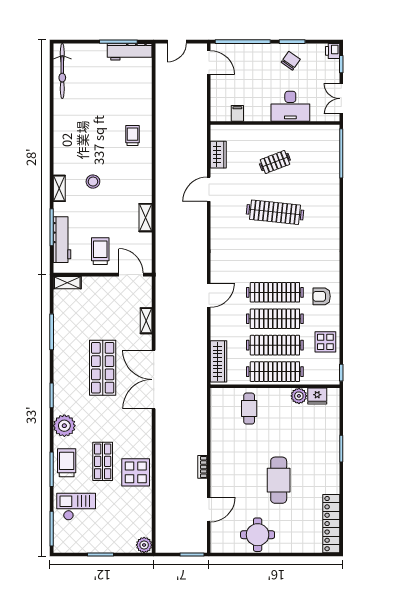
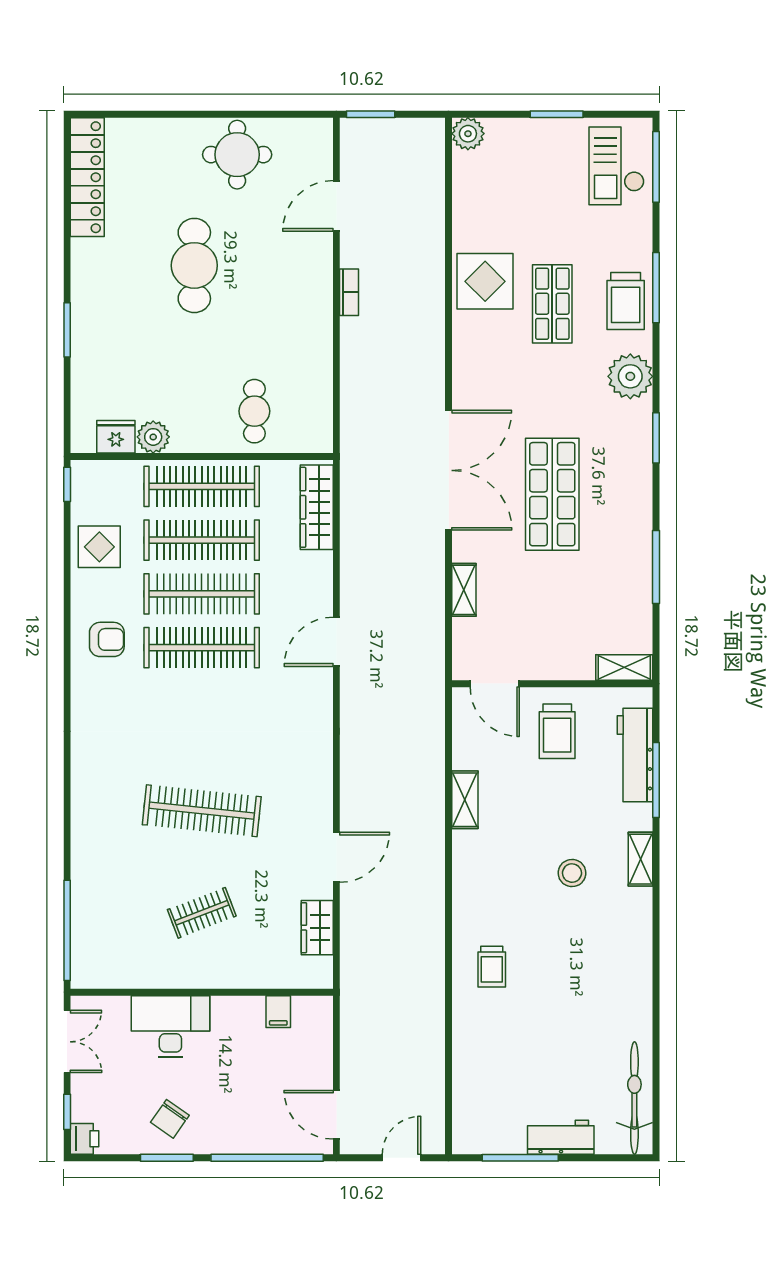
workbench: (130, 52) -> (561, 1137), moved, width x0.73
checkout: (76, 507) -> (617, 166), moved, turned 90

